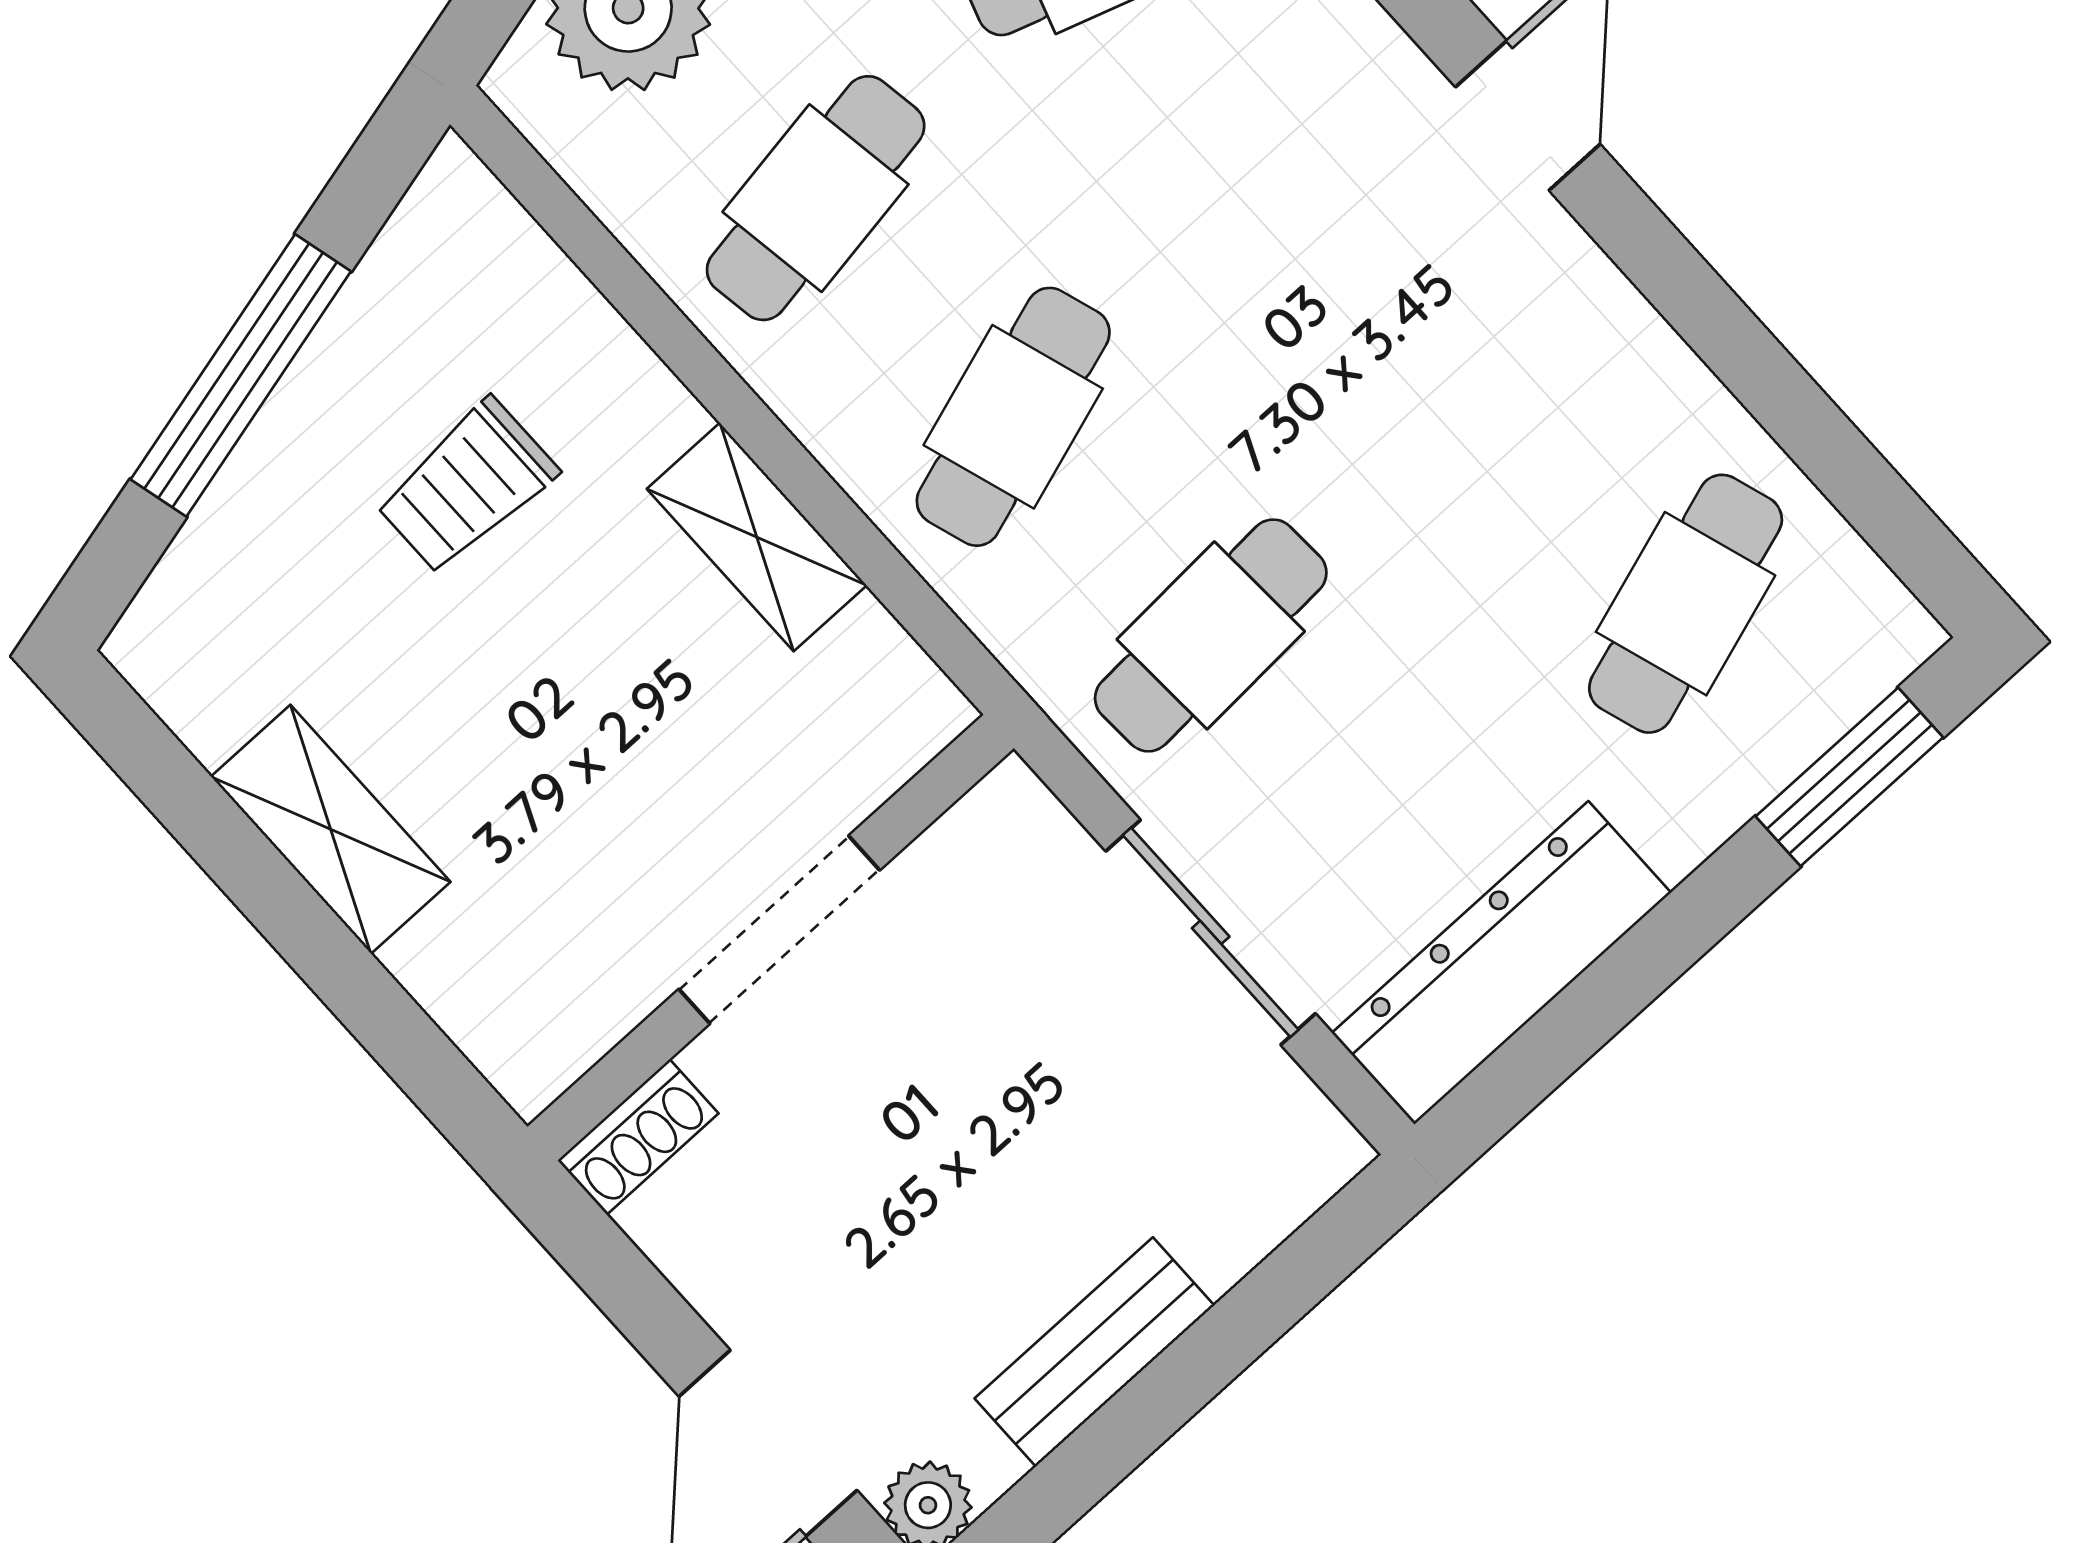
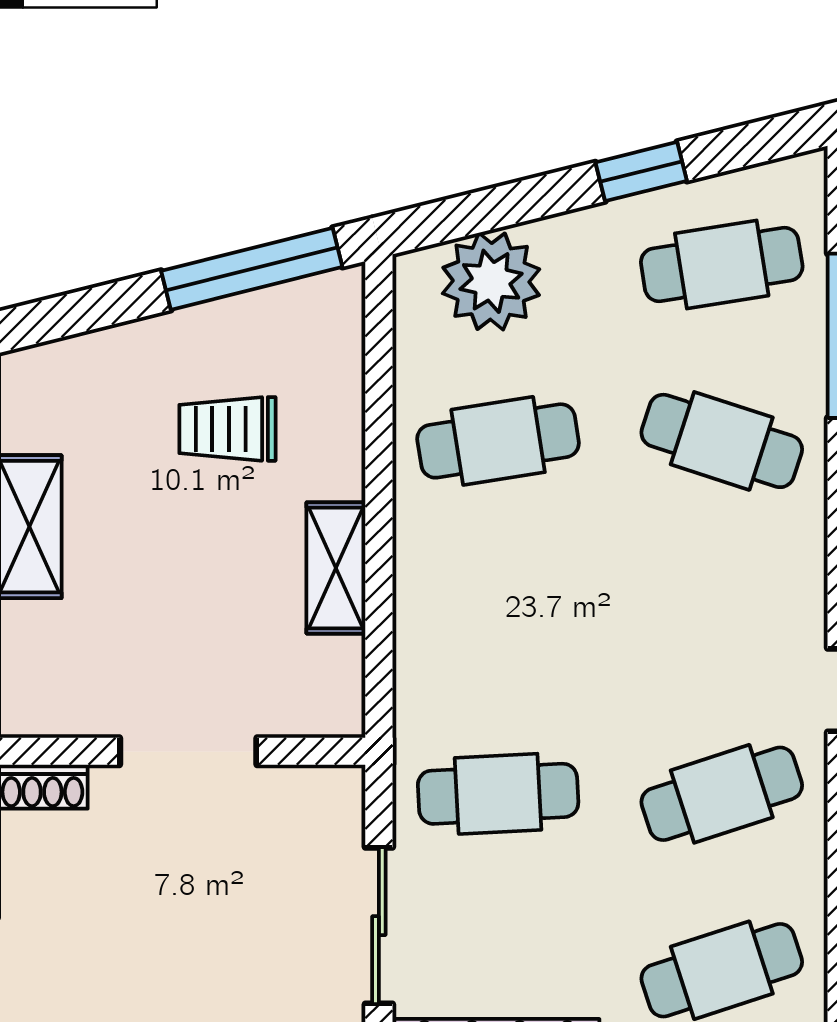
window: (241, 375) -> (252, 269), moved
cafe table: (1013, 417) -> (722, 794), moved

